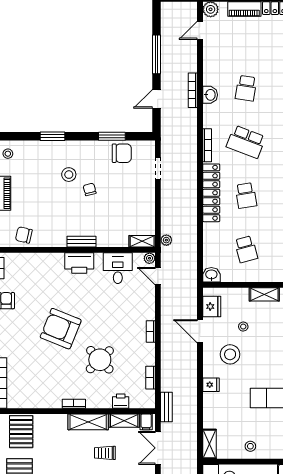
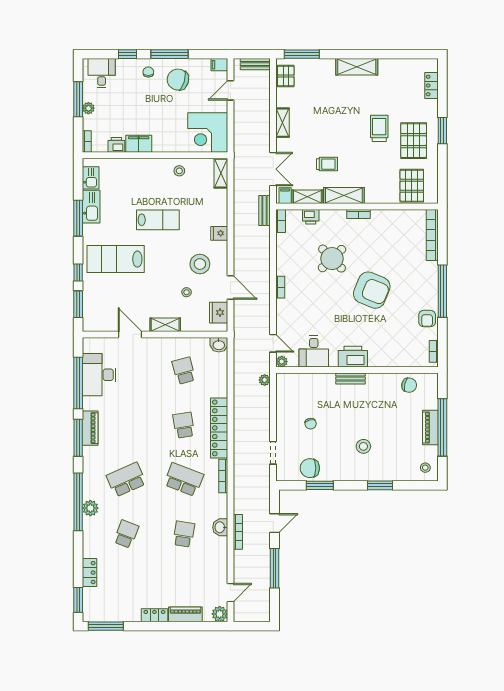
chair: (90, 189) -> (311, 424), moved
shelving: (142, 241) -> (289, 379), removed
bookcase: (150, 378) -> (281, 221), moved

